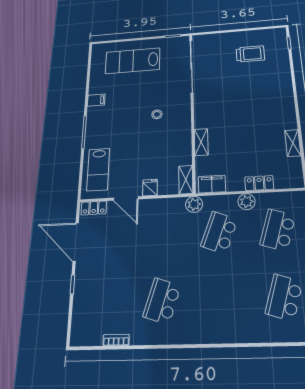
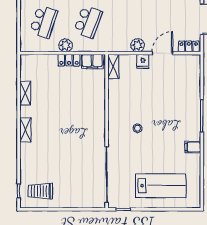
trolley: (250, 54) -> (40, 191), moved
shelving: (201, 142) -> (25, 130), moved
lab bench: (98, 169) -> (187, 80), removed
locker: (259, 183) -> (69, 60), moved
door: (126, 198) -> (162, 53), hinge flipped
plant: (194, 204) -> (138, 45), moved

